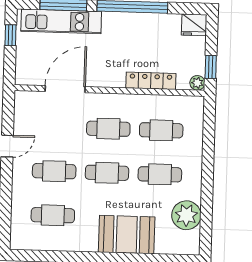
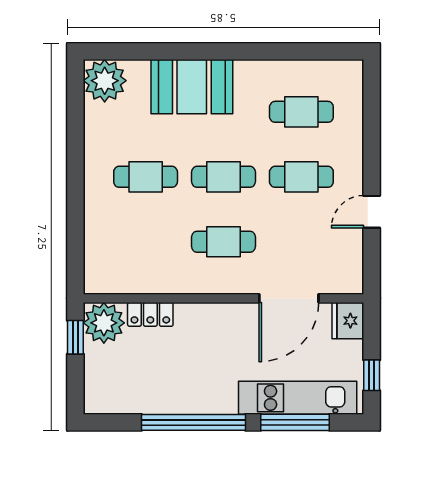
fridge: (194, 25) -> (348, 321), moved, turned -90
locker: (151, 81) -> (150, 314), width x0.66
plant: (197, 83) -> (104, 323), width x1.88, depth x1.88
cafe table: (161, 130) -> (146, 242), removed
plant: (186, 215) -> (105, 81), moved

